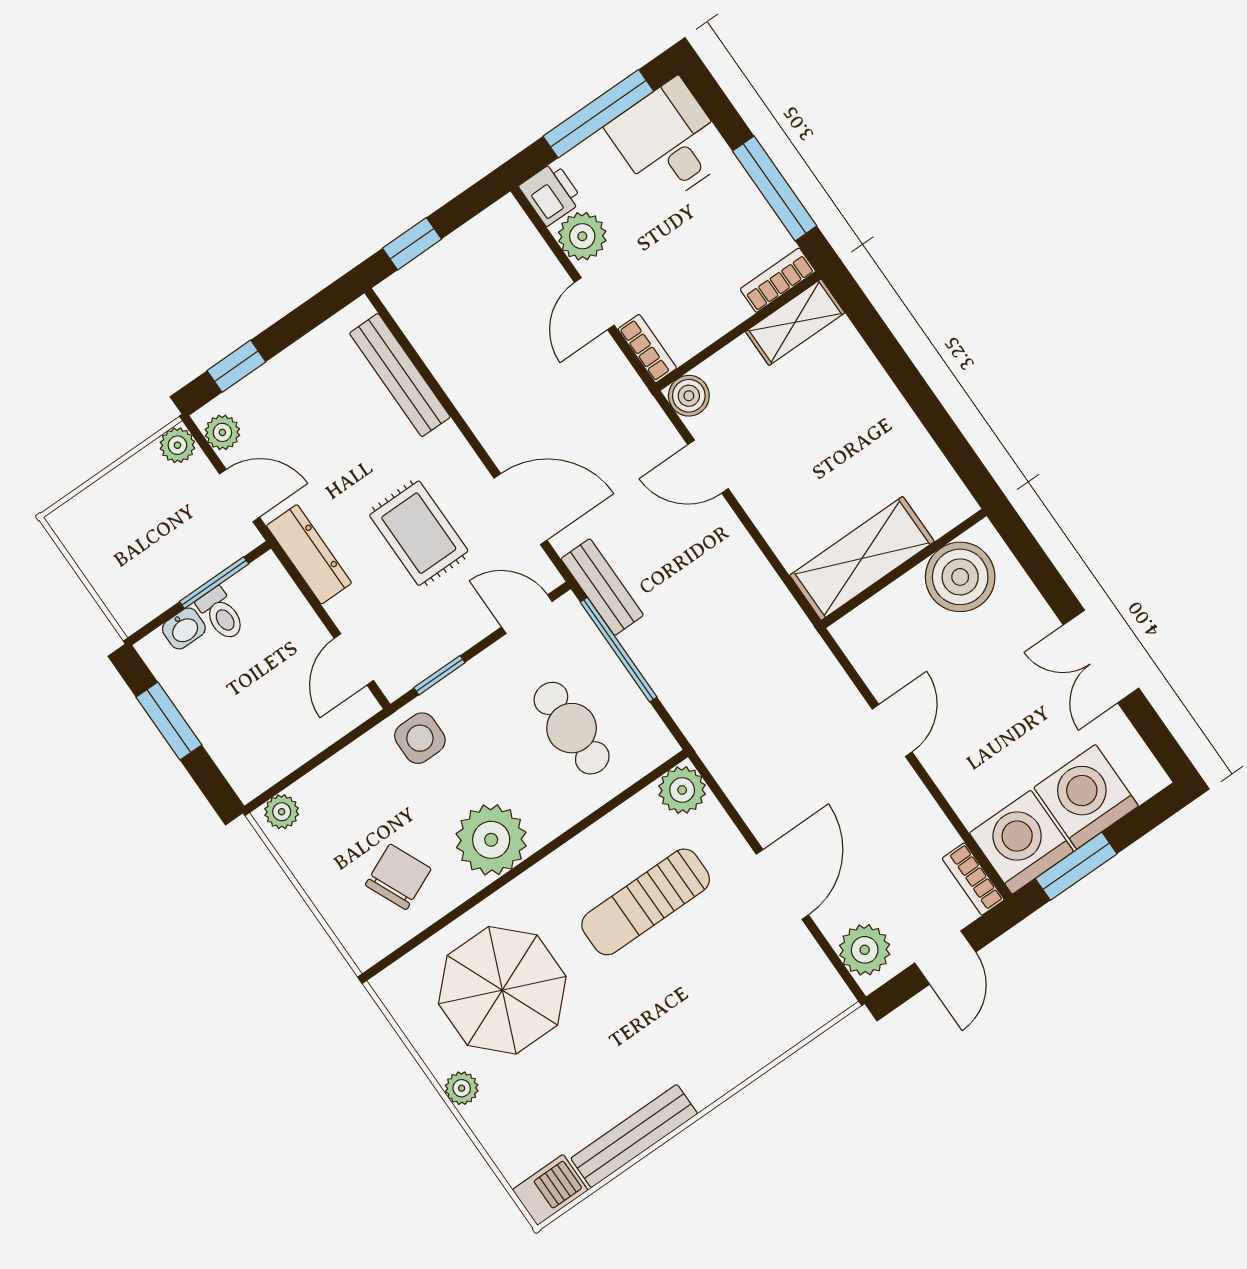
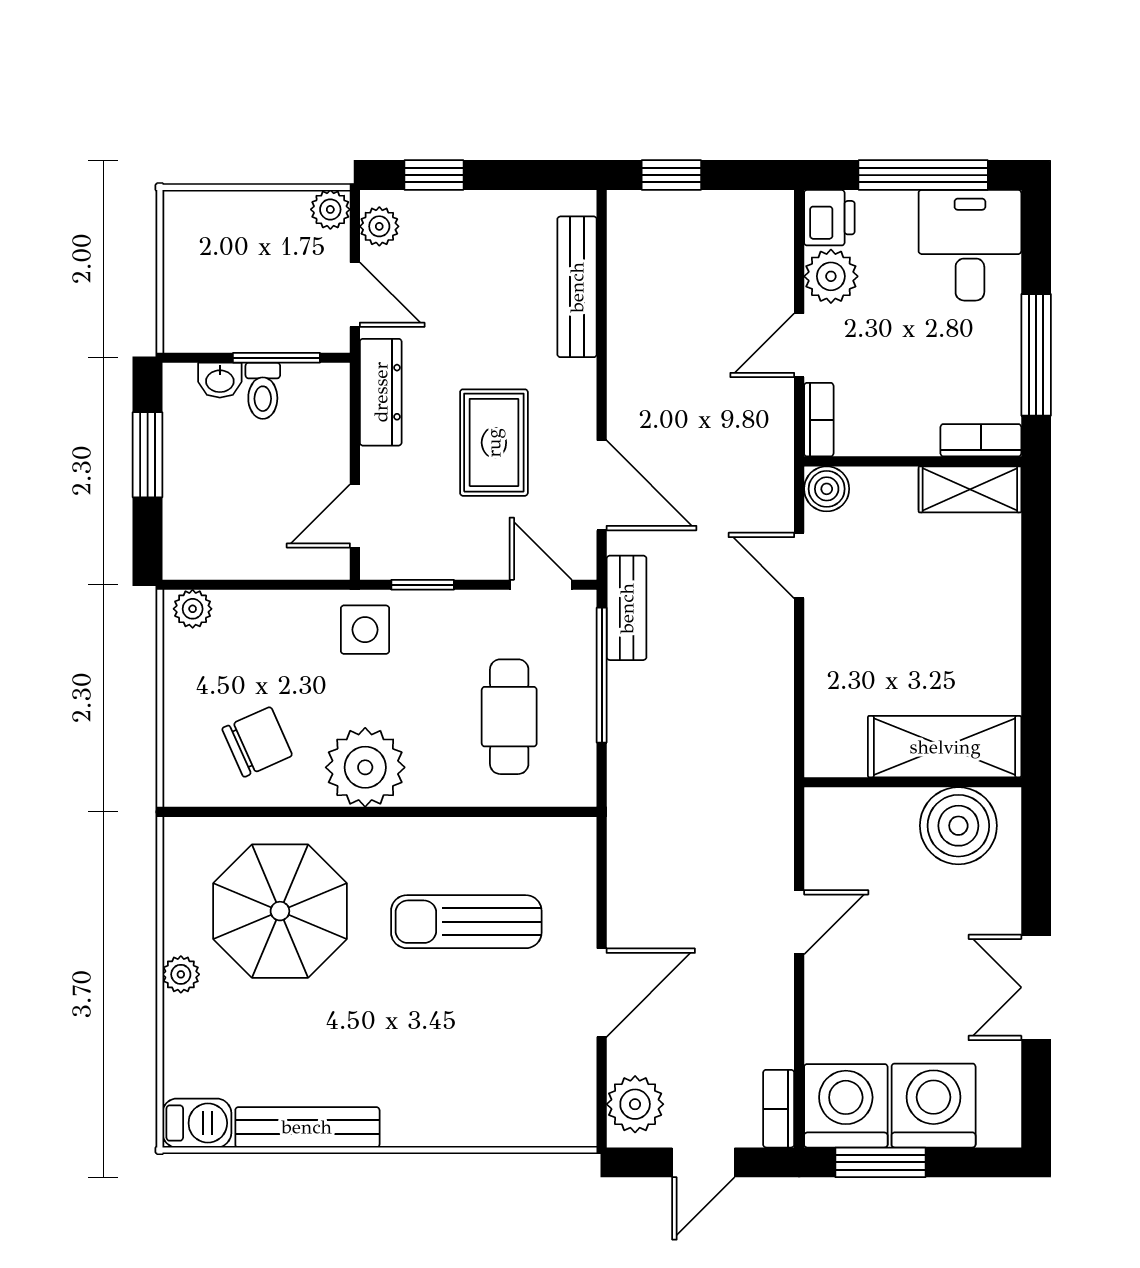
shelving: (862, 558) -> (945, 747), moved
plant: (682, 790) -> (570, 843), removed

